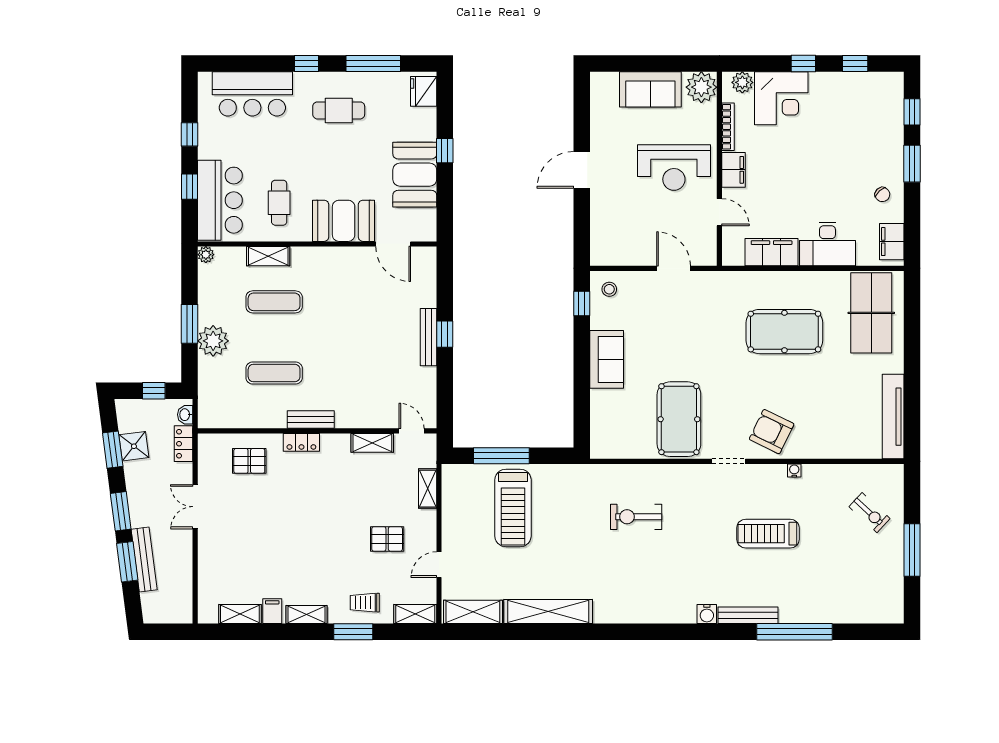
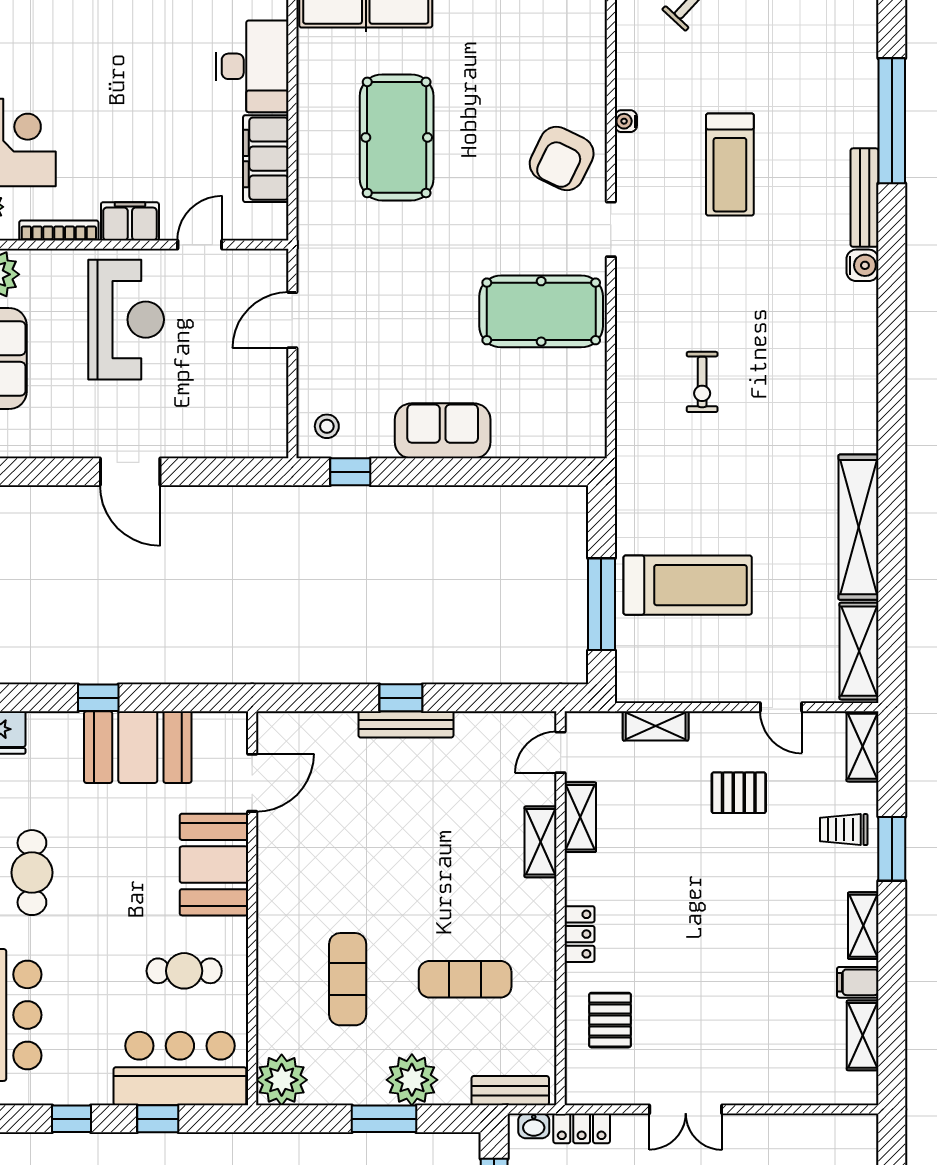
plant: (206, 255) -> (282, 1080), width x1.87, depth x1.87
shelving: (268, 256) -> (541, 842), moved
exercise mat: (274, 373) -> (465, 979), turned 90
bench: (311, 420) -> (510, 1091), moved, turned 90
exercise bike: (636, 517) -> (702, 382), width x0.73, depth x0.72
pallet: (387, 539) -> (739, 793), turned 90
trolley: (365, 603) -> (844, 830), turned 90

